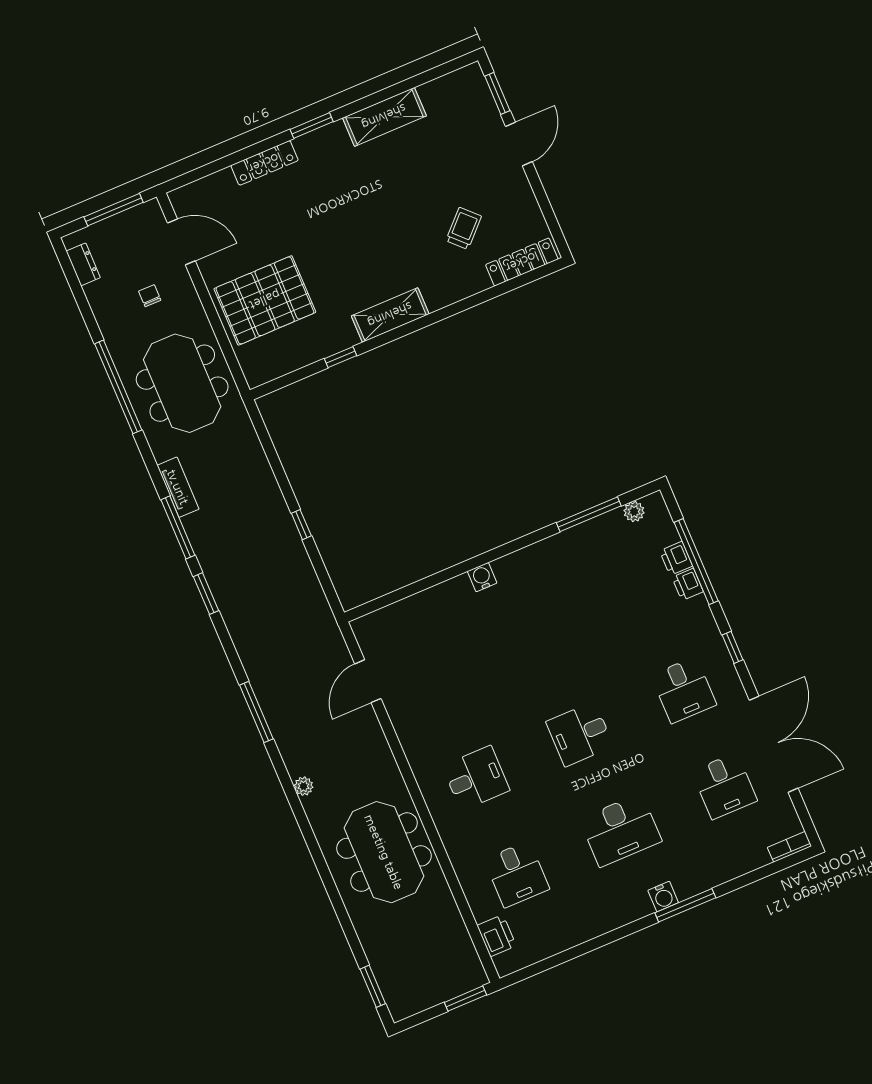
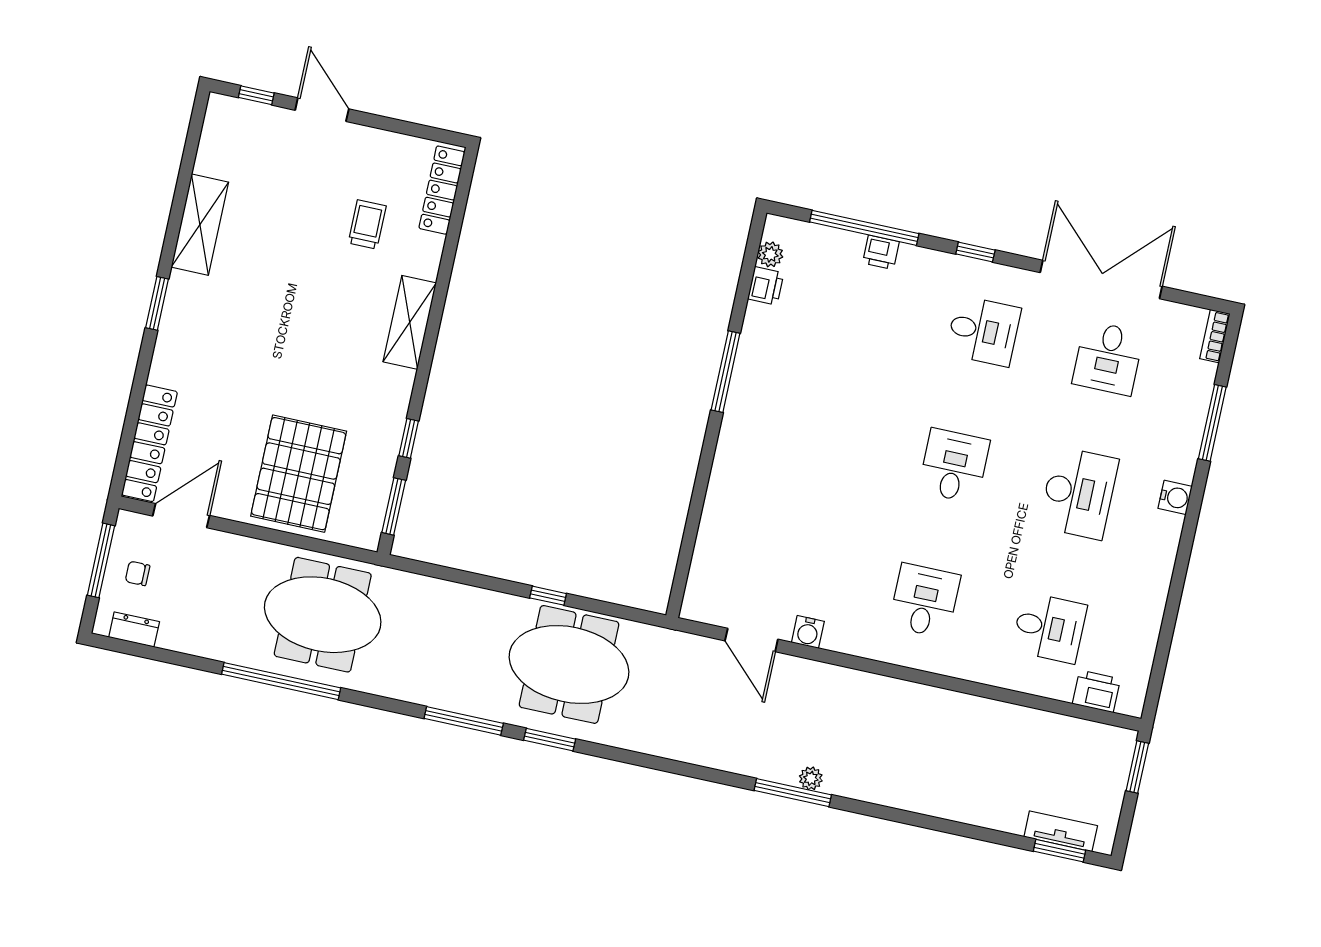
window: (497, 93) -> (256, 95), width x0.67
locker: (265, 163) -> (149, 443), moved, width x1.41, depth x1.21
trolley: (464, 228) -> (367, 224), turned 45
chair: (150, 296) -> (137, 573), moved
shelving: (390, 315) -> (410, 322), moved
window: (288, 379) -> (394, 506), added
tv unit: (178, 487) -> (1061, 831), moved
window: (589, 514) -> (726, 372), moved
printer: (676, 558) -> (766, 286), moved, turned -90
water cooler: (482, 577) -> (808, 632), moved, turned -90
window: (256, 712) -> (793, 793), moved
desk: (580, 734) -> (954, 466), turned 180
desk: (724, 786) -> (1108, 358), turned 90
meeting table: (384, 852) -> (569, 664), moved
window: (685, 905) -> (1212, 423), moved

